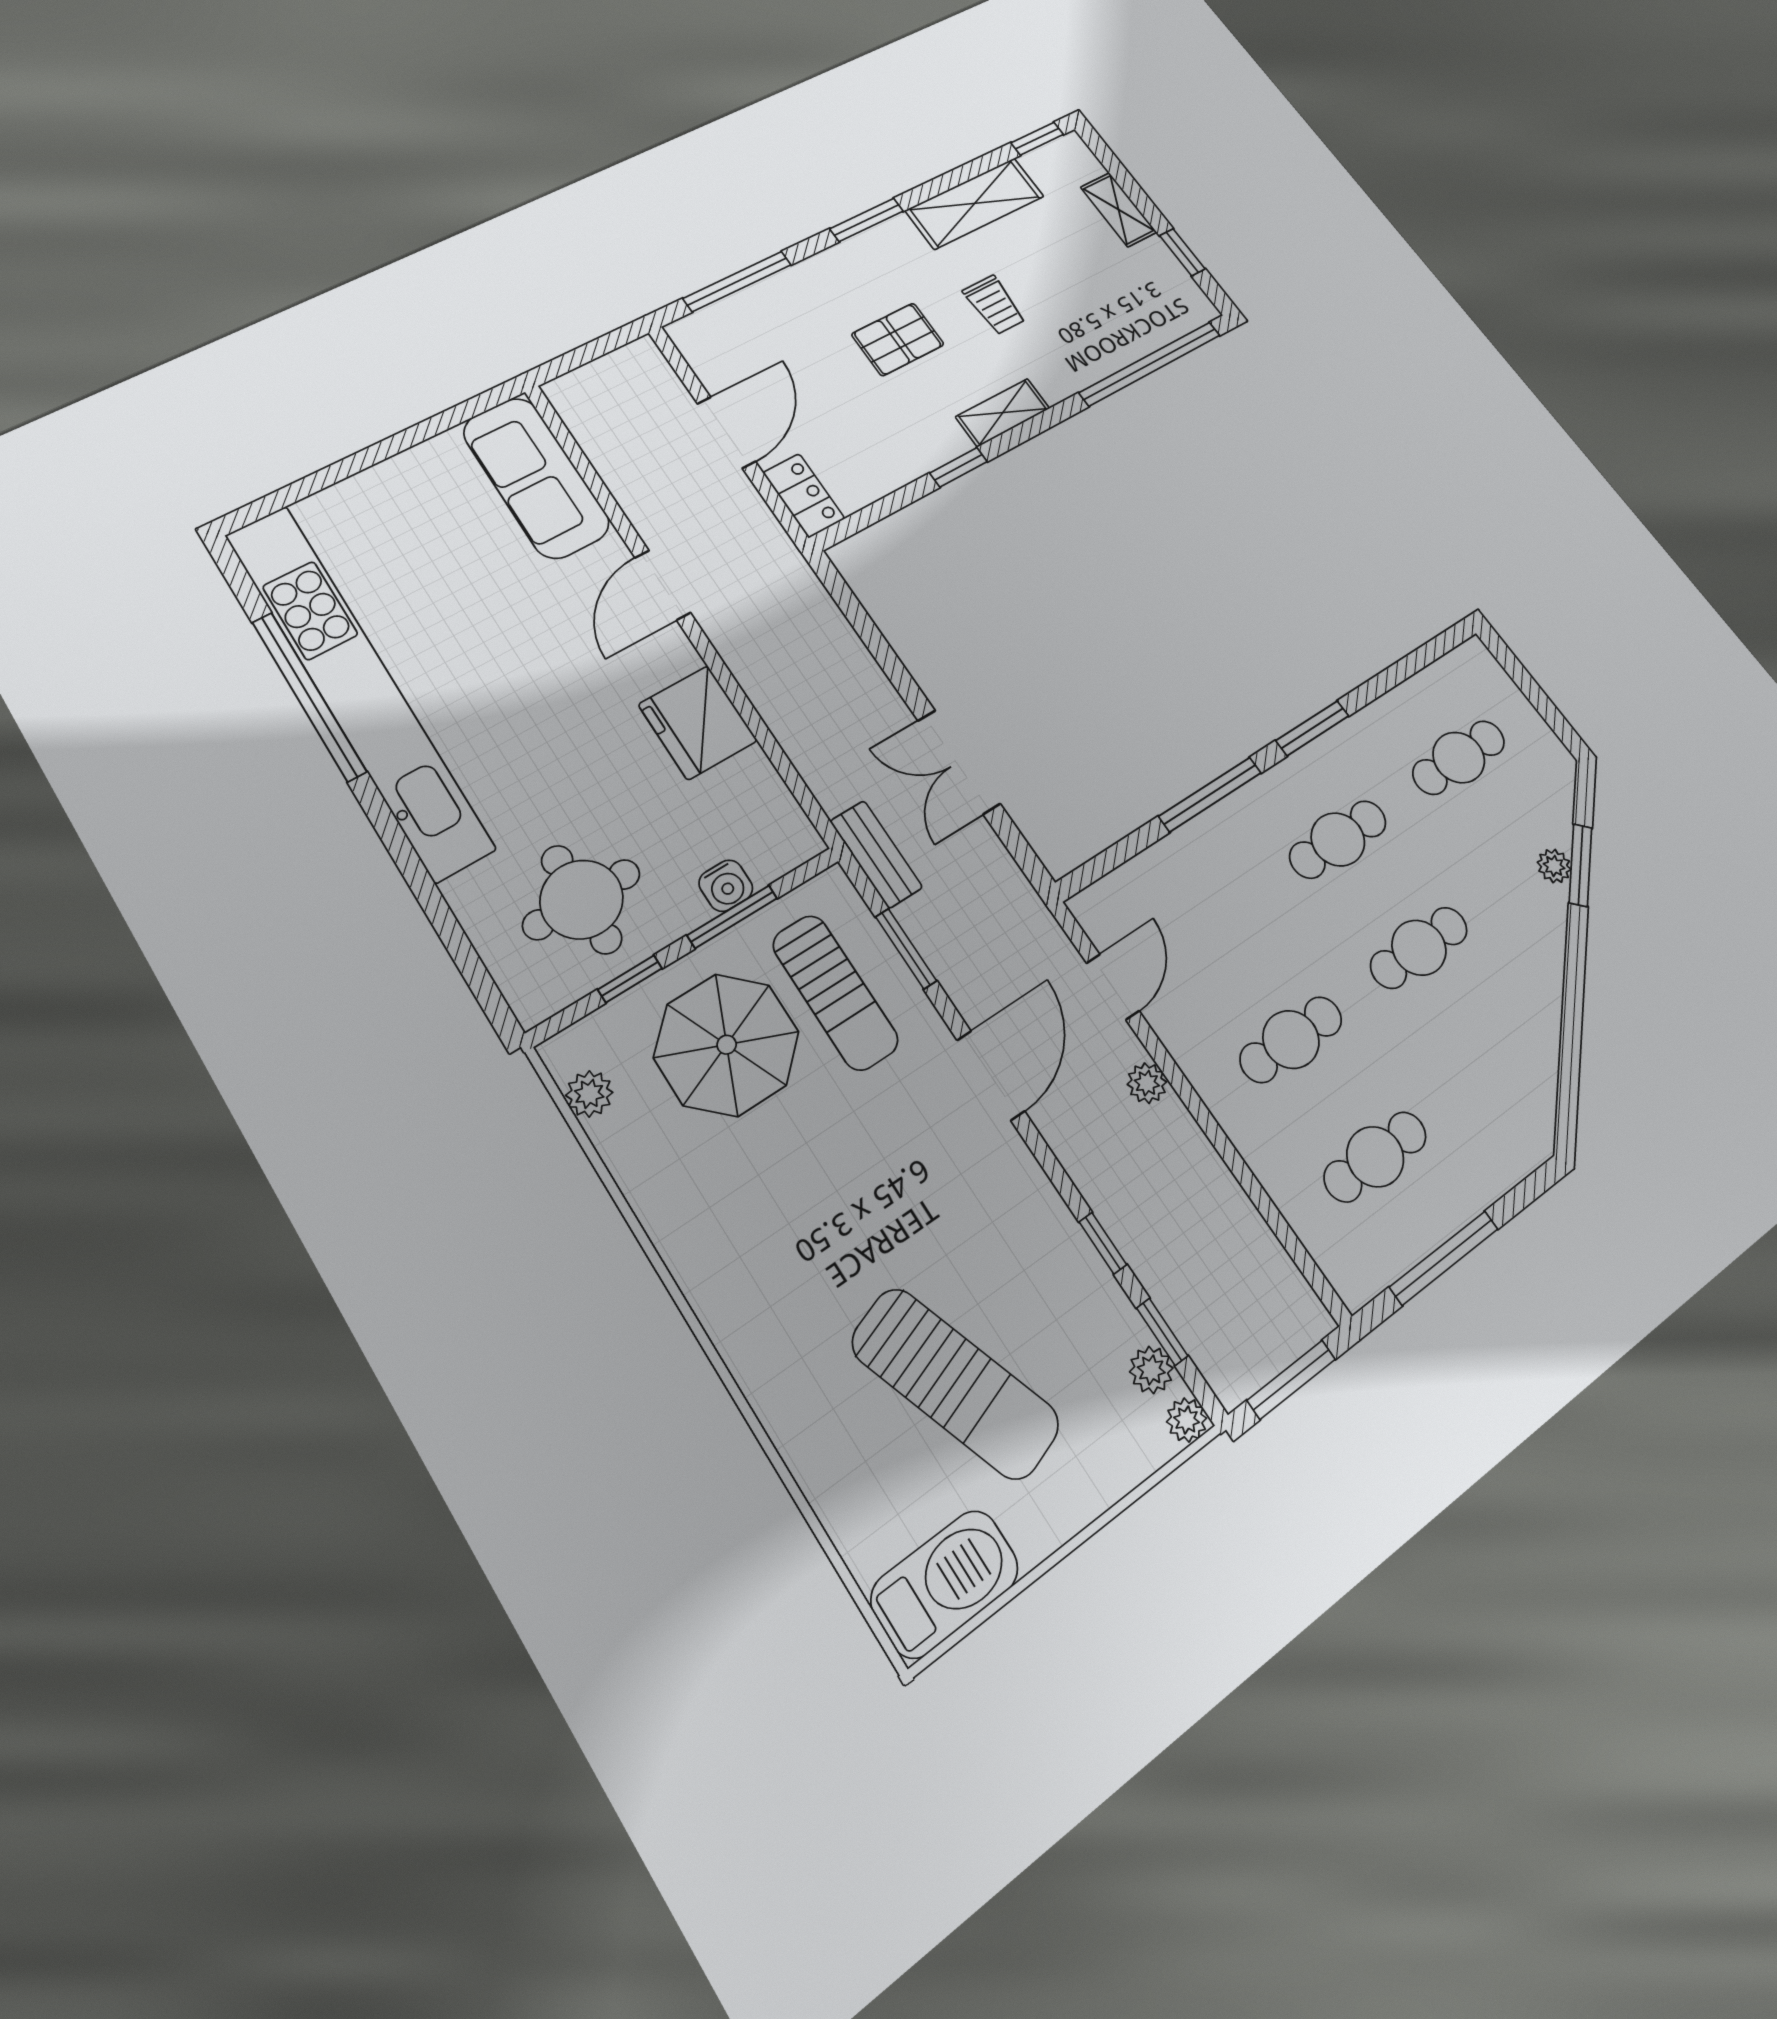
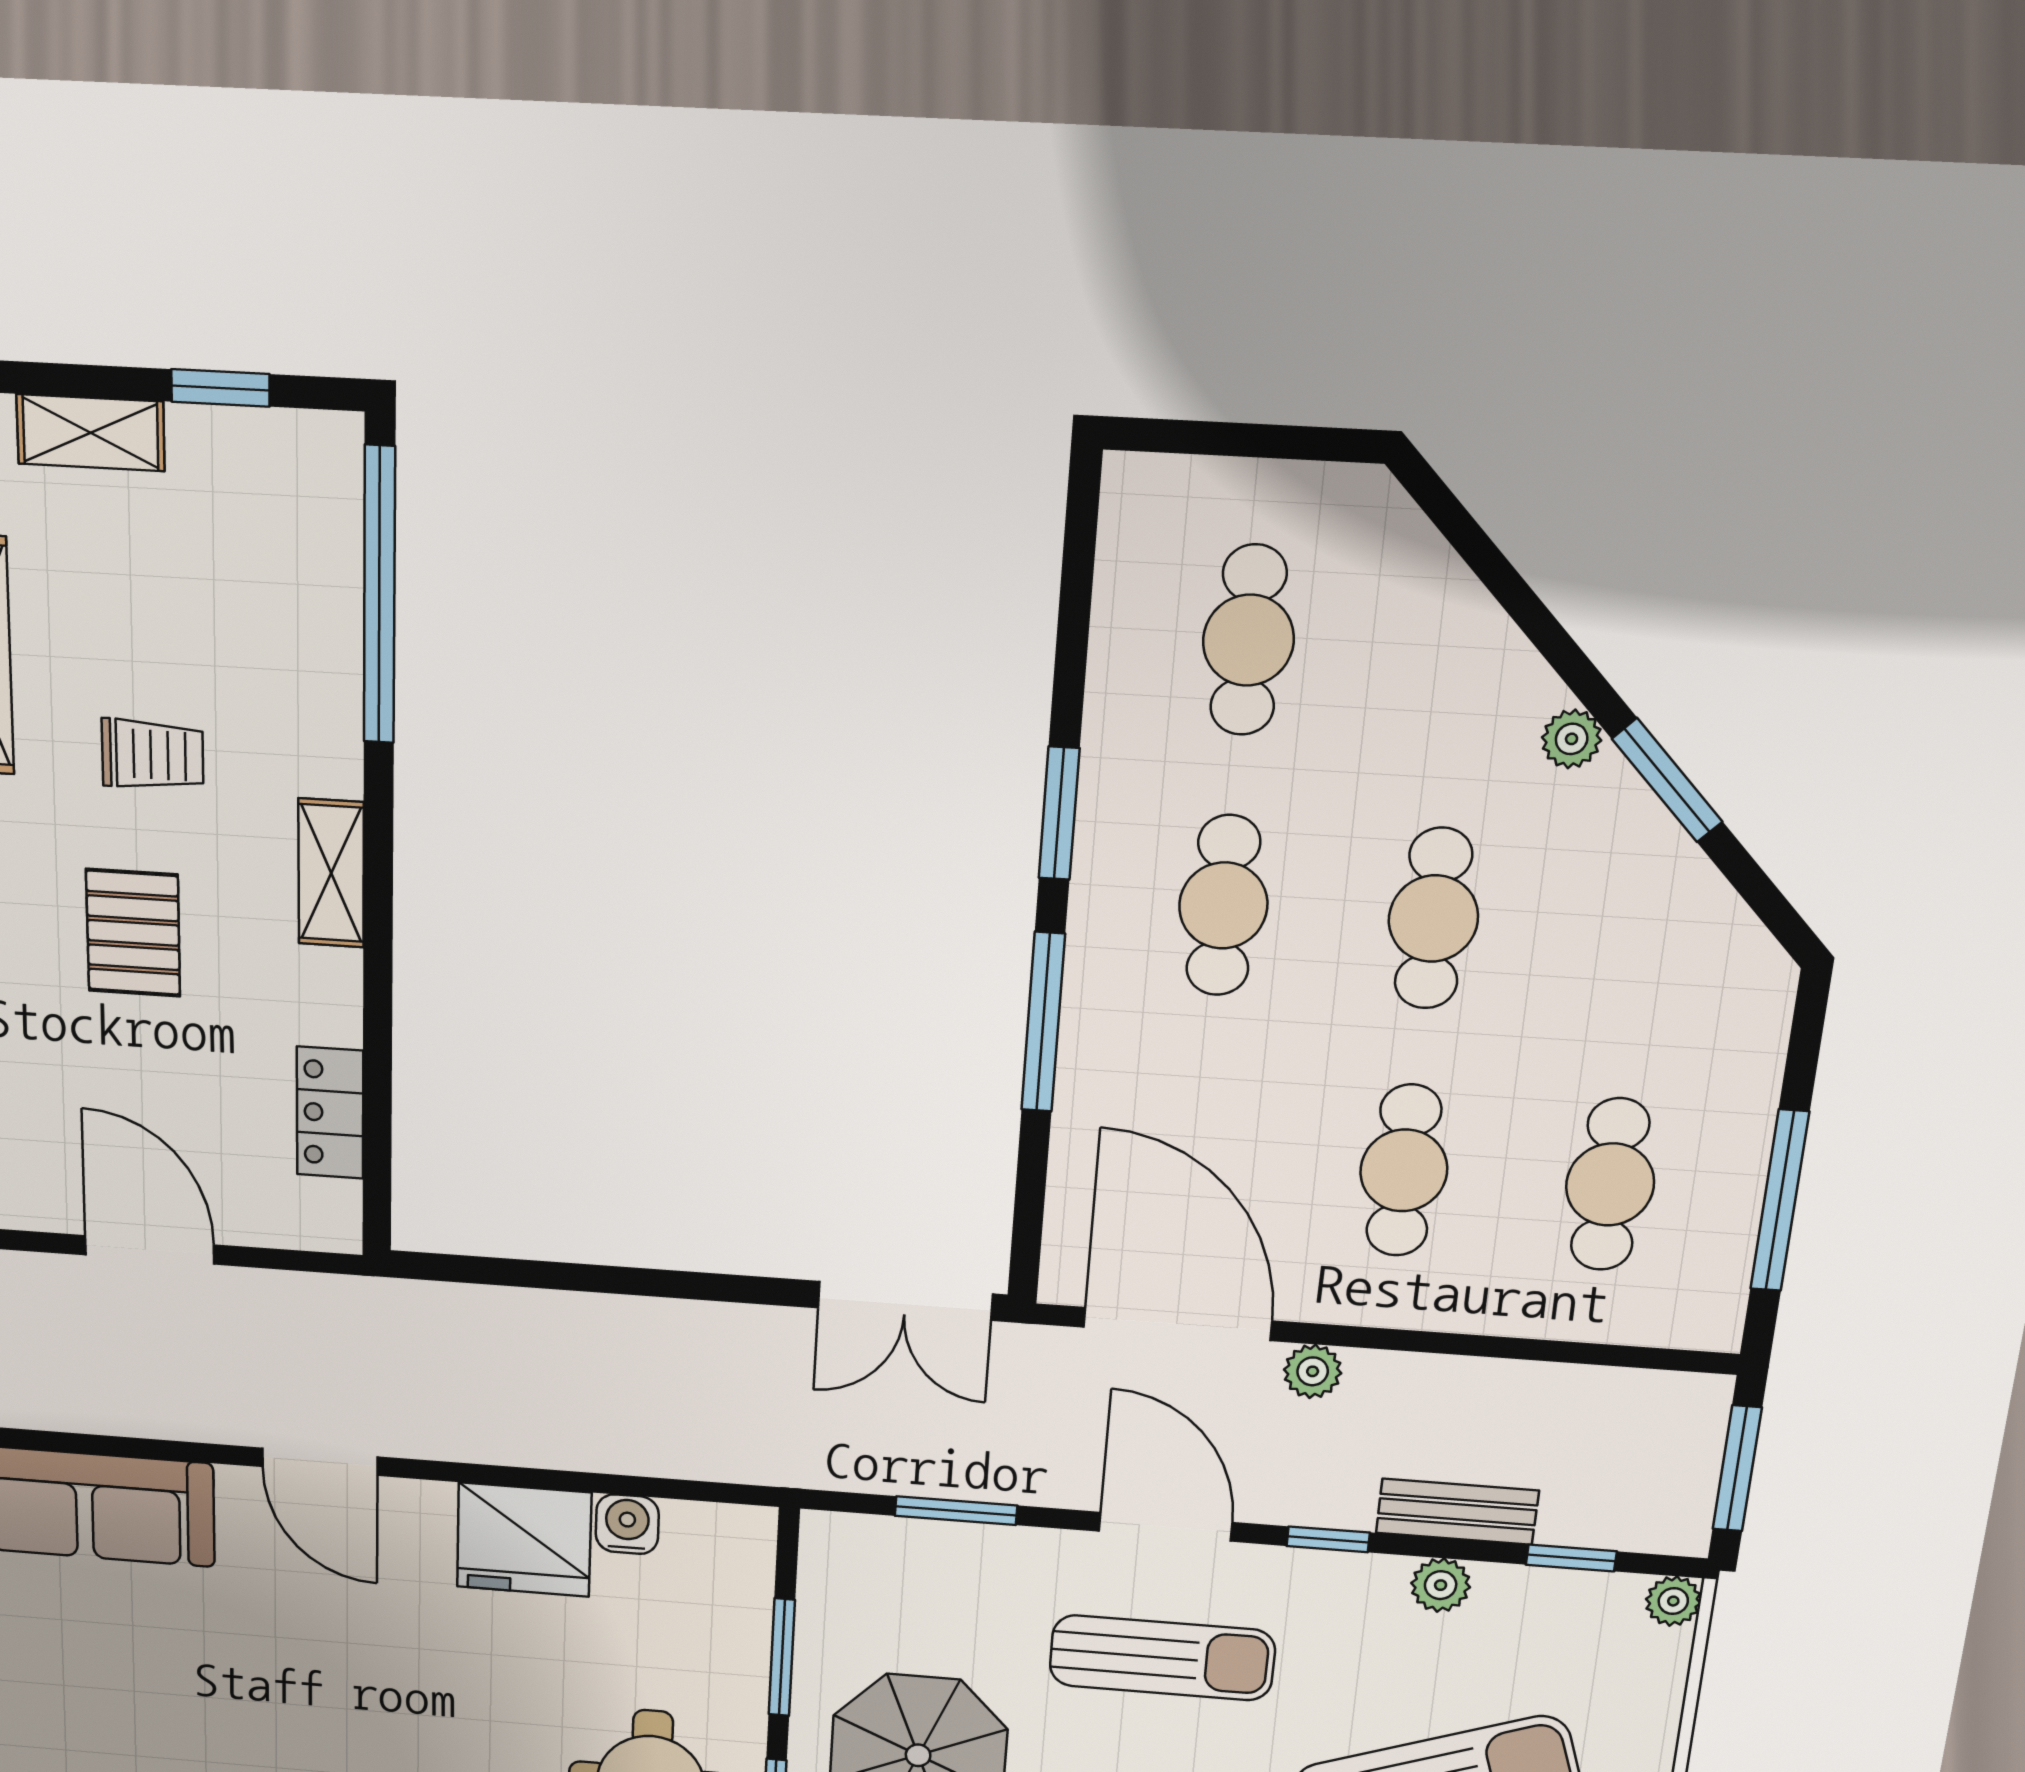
window: (958, 467) -> (378, 995), removed
locker: (804, 495) -> (330, 1113), moved, turned -90
double door: (959, 762) -> (905, 1301), moved
bench: (876, 854) -> (1457, 1512), moved
window: (1581, 865) -> (1667, 780), moved
plant: (1554, 866) -> (1572, 739), moved
water cooler: (726, 886) -> (627, 1524), moved, turned -90
door: (1113, 987) -> (1178, 1324), width x1.88
sun lounger: (835, 992) -> (1162, 1658), moved
window: (1103, 1243) -> (1328, 1539), moved
plant: (1151, 1370) -> (1441, 1585), moved

